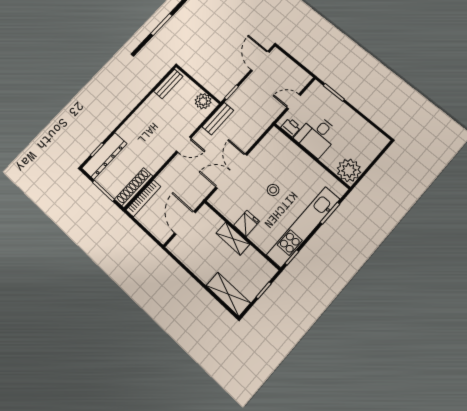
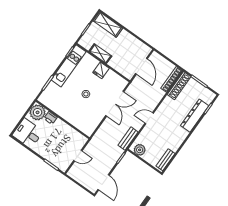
printer: (291, 127) -> (51, 118), moved
desk: (317, 136) -> (28, 133), moved, turned -90
dresser: (104, 156) -> (195, 116), moved
kitchen unit: (303, 227) -> (69, 66), width x0.73
shelving: (233, 239) -> (100, 54), moved

